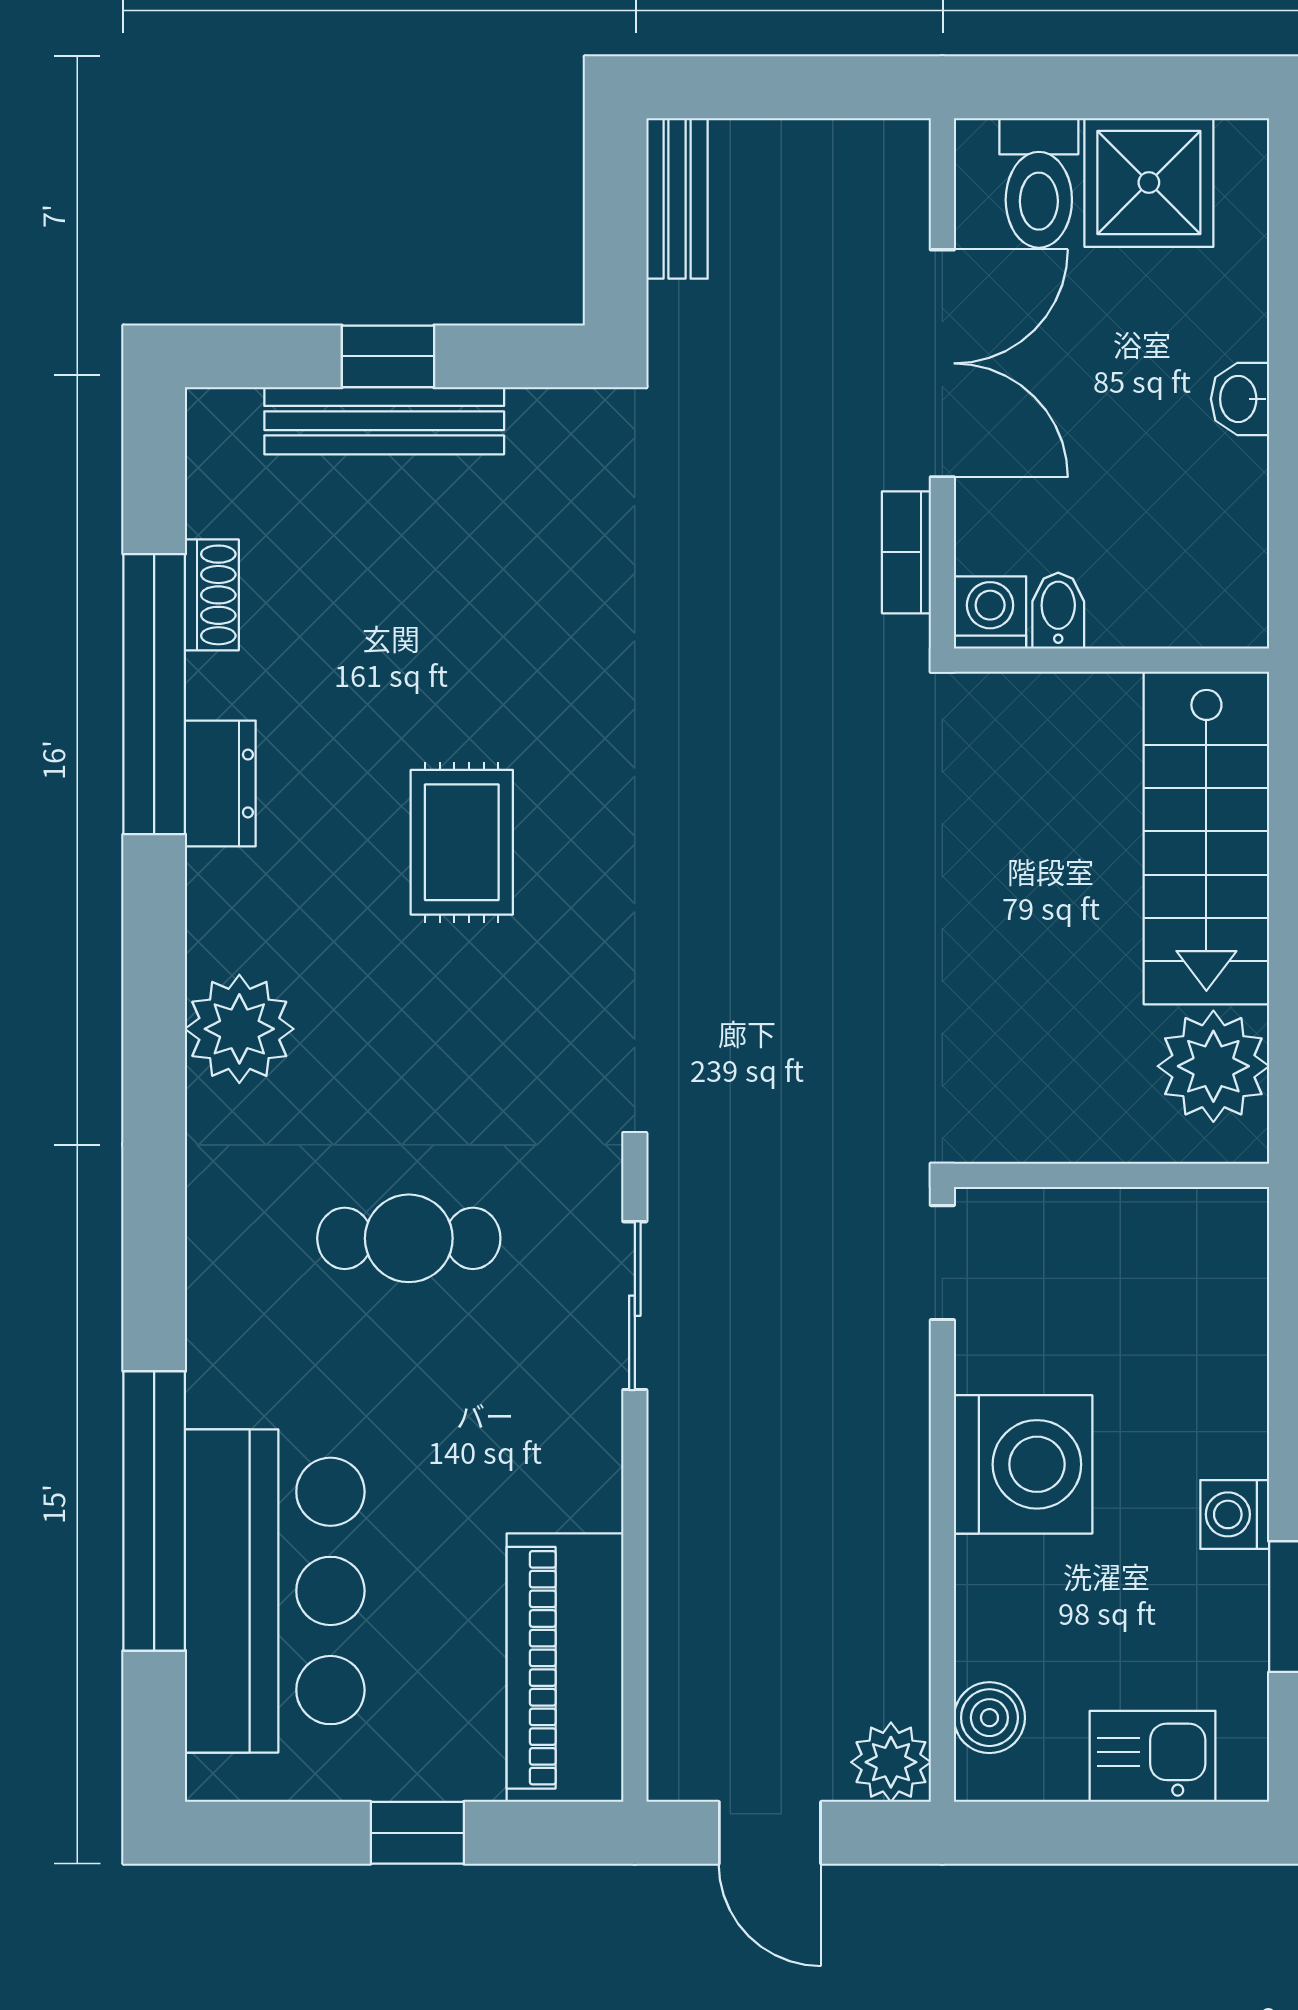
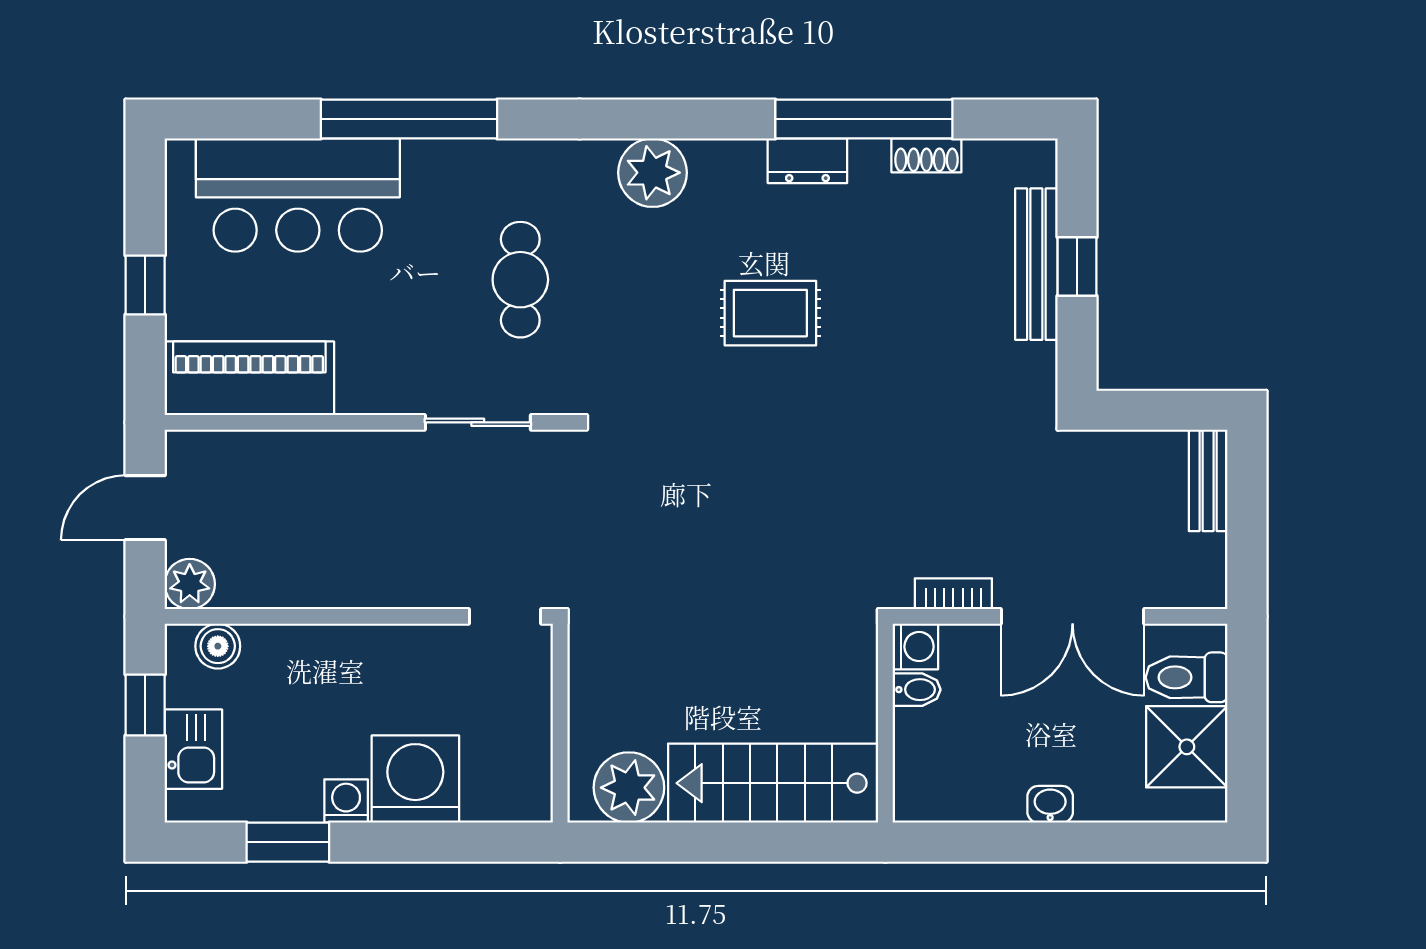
bench: (677, 198) -> (1208, 480), moved, turned 90
washing machine: (1023, 1464) -> (415, 779), moved, turned 180
window: (154, 1511) -> (409, 119), moved
window: (1083, 1833) -> (145, 705), added

